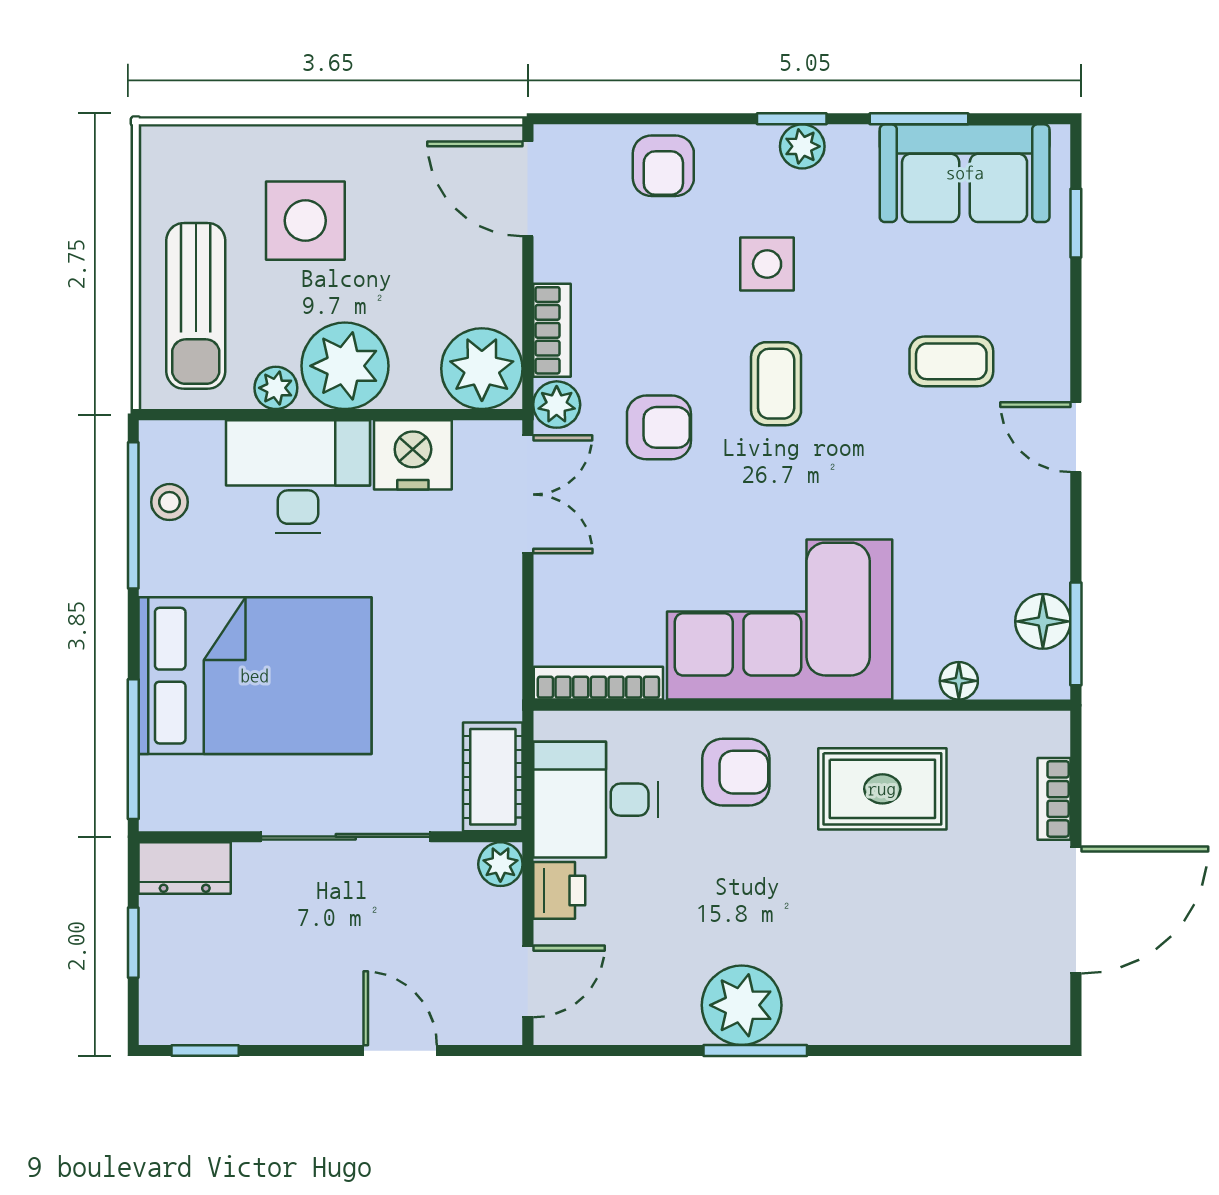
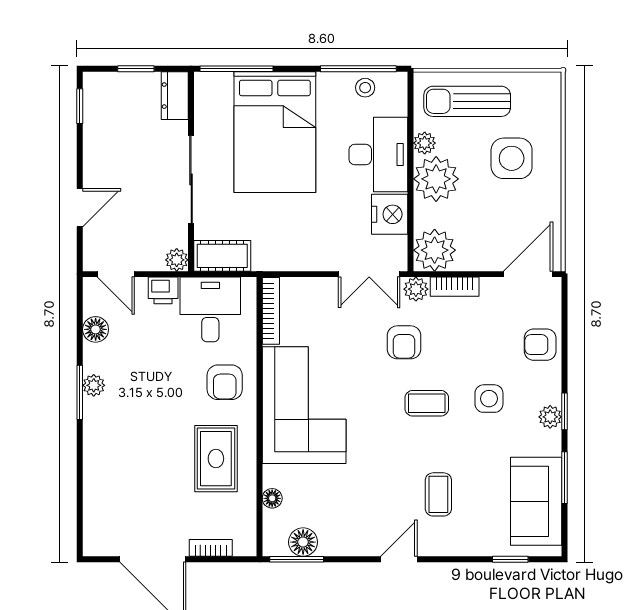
plant: (742, 1005) -> (94, 385), width x0.53, depth x0.53
floor lamp: (634, 1020) -> (96, 329), added

